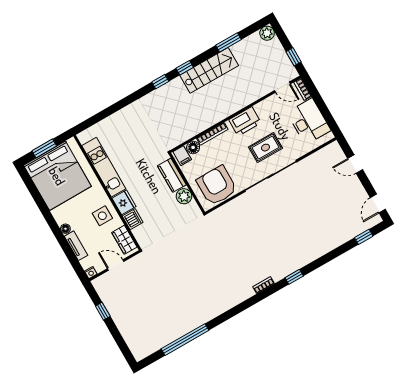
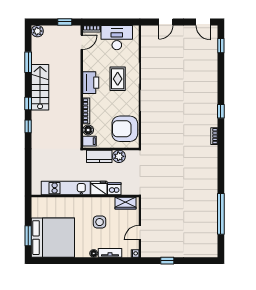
kitchen unit: (104, 167) -> (66, 188), moved
wall: (107, 193) -> (85, 196), moved
fridge: (124, 202) -> (99, 188), moved
dishwasher: (133, 219) -> (114, 189), moved
wardrobe: (124, 240) -> (125, 203), moved

